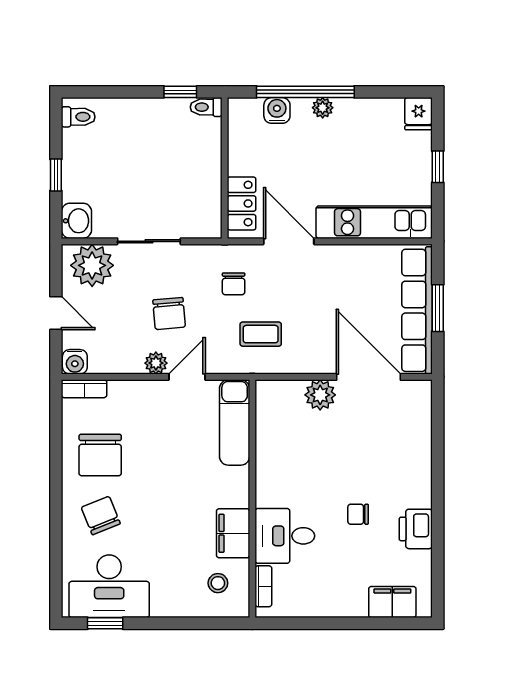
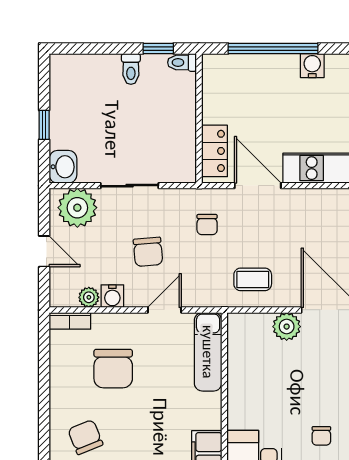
plant: (323, 108) -> (289, 63), removed
water cooler: (277, 110) -> (312, 66), moved
toilet: (78, 117) -> (131, 69), moved, turned 90
coffee table: (261, 334) -> (253, 279), moved
water cooler: (75, 362) -> (112, 296), moved
plant: (156, 363) -> (89, 297), moved
chair: (100, 455) -> (113, 369), moved
chair: (358, 514) -> (321, 436), turned -90

